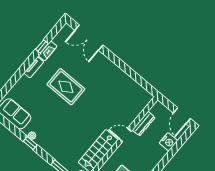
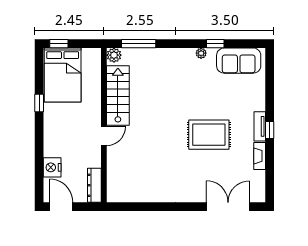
window: (42, 46) -> (270, 130), moved
dresser: (144, 124) -> (94, 185), moved
window: (30, 143) -> (215, 44), moved

